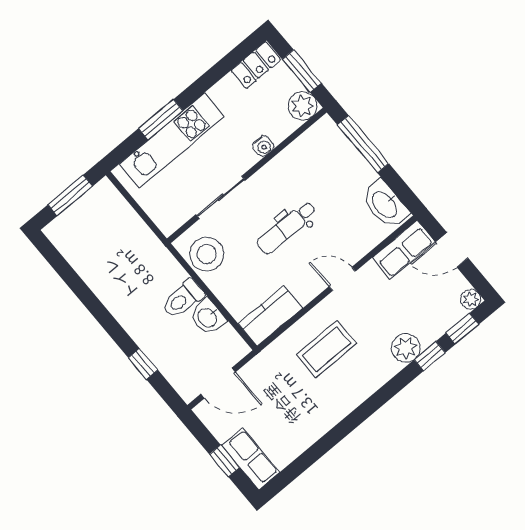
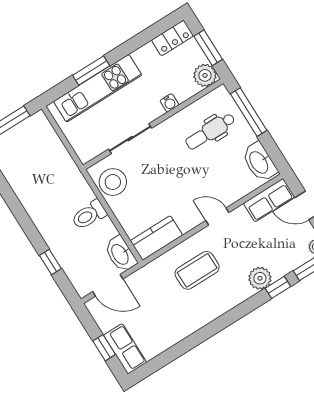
dental chair: (286, 228) -> (210, 131), moved
washbasin: (208, 317) -> (120, 254), moved, width x1.38

